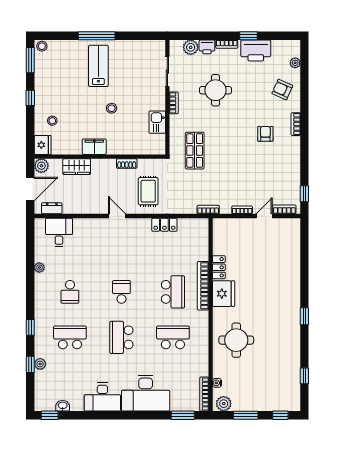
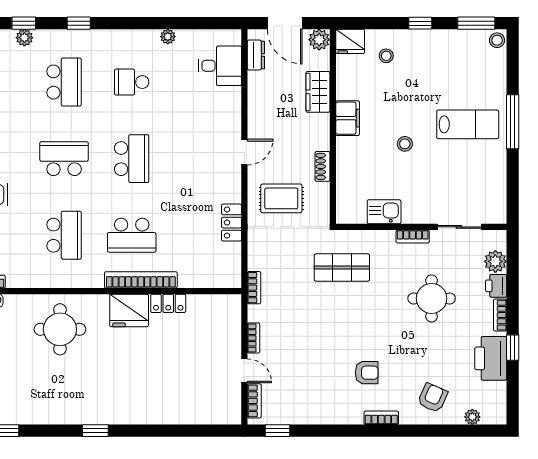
school desk: (121, 292) -> (132, 159), width x1.85

